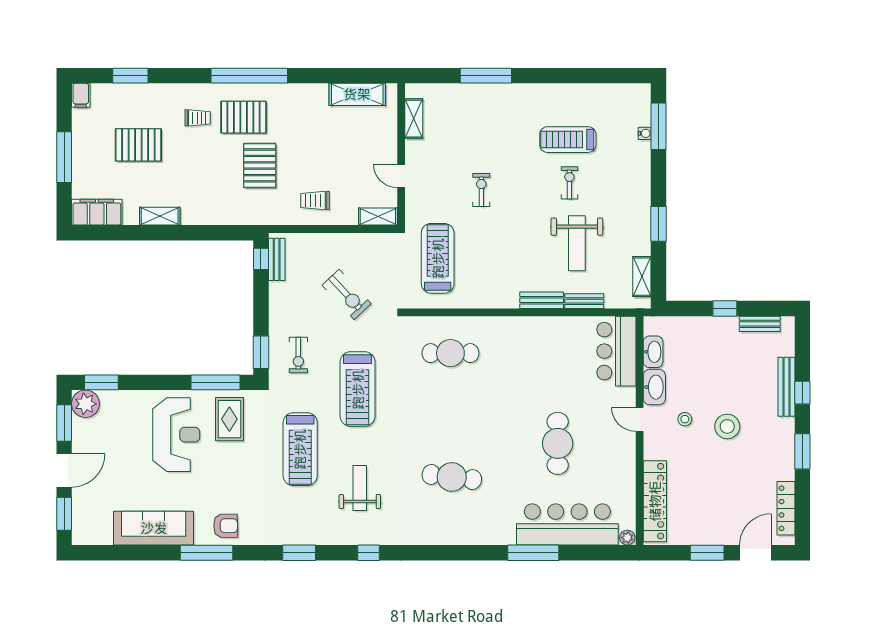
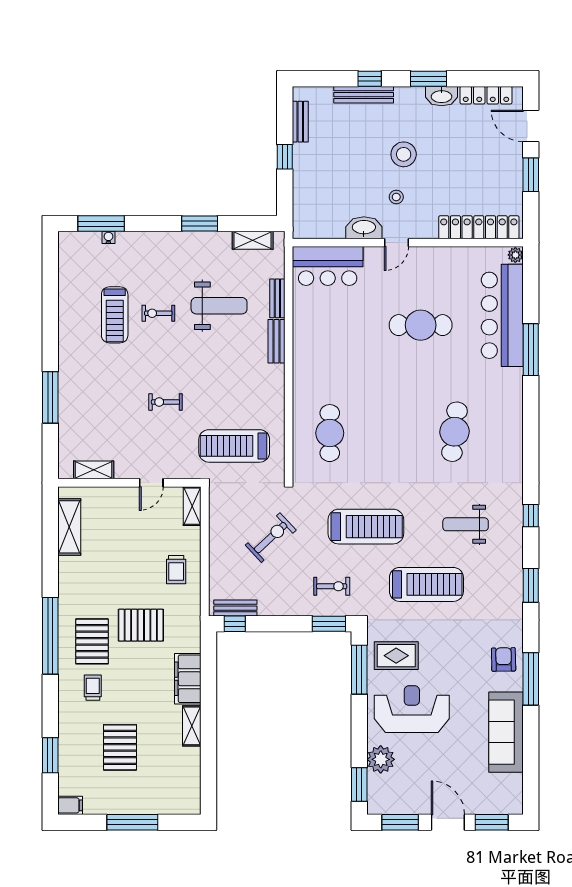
filing cabinet: (97, 212) -> (188, 679), moved
washbasin: (653, 352) -> (442, 96), moved, turned 180
plant: (86, 404) -> (381, 759), moved

